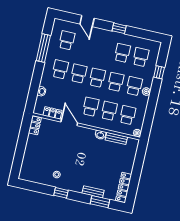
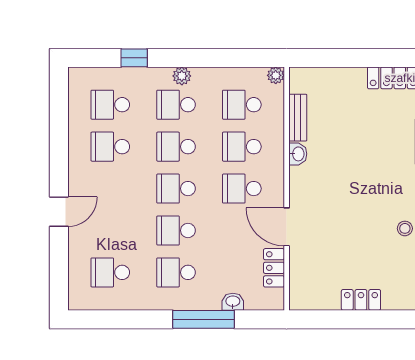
door: (87, 21) -> (59, 212), moved
window: (119, 28) -> (59, 166), removed
window: (43, 48) -> (203, 319), moved
door: (69, 123) -> (287, 227), hinge flipped
locker: (35, 125) -> (361, 300), moved

